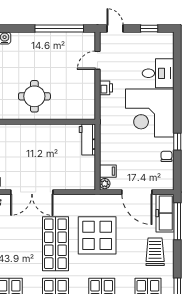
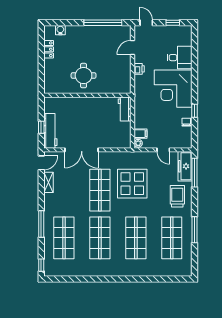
door: (137, 192) -> (163, 150), width x0.53

